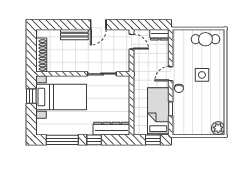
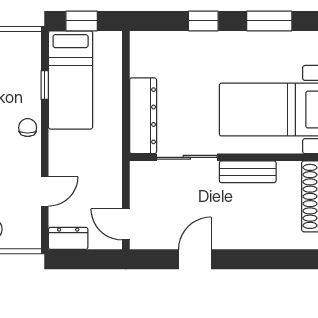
bench: (74, 35) -> (248, 172), moved
door: (171, 74) -> (45, 191), moved
dresser: (111, 129) -> (143, 116), moved, turned -90
window: (62, 140) -> (269, 21), width x0.69

